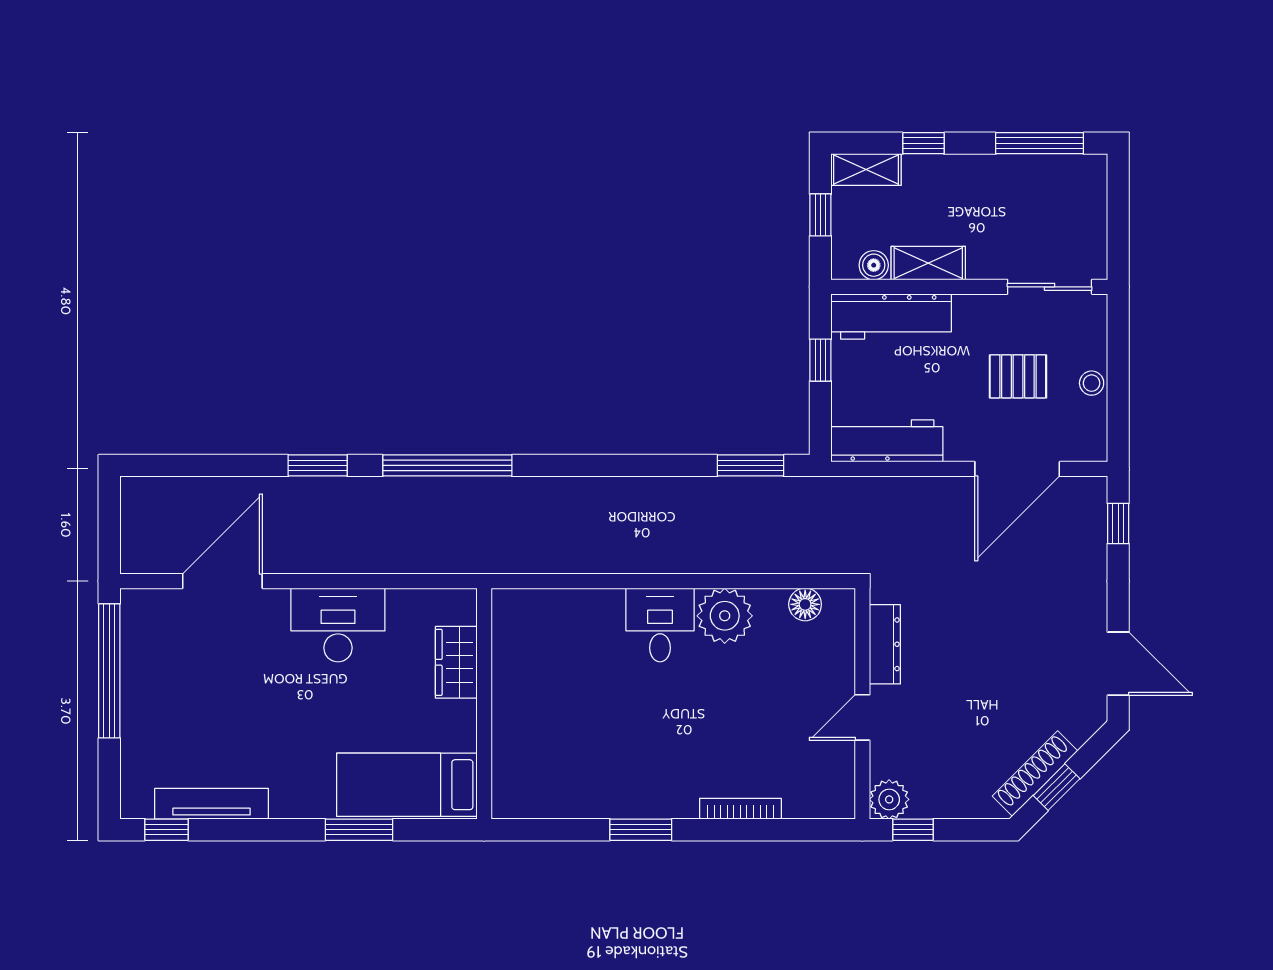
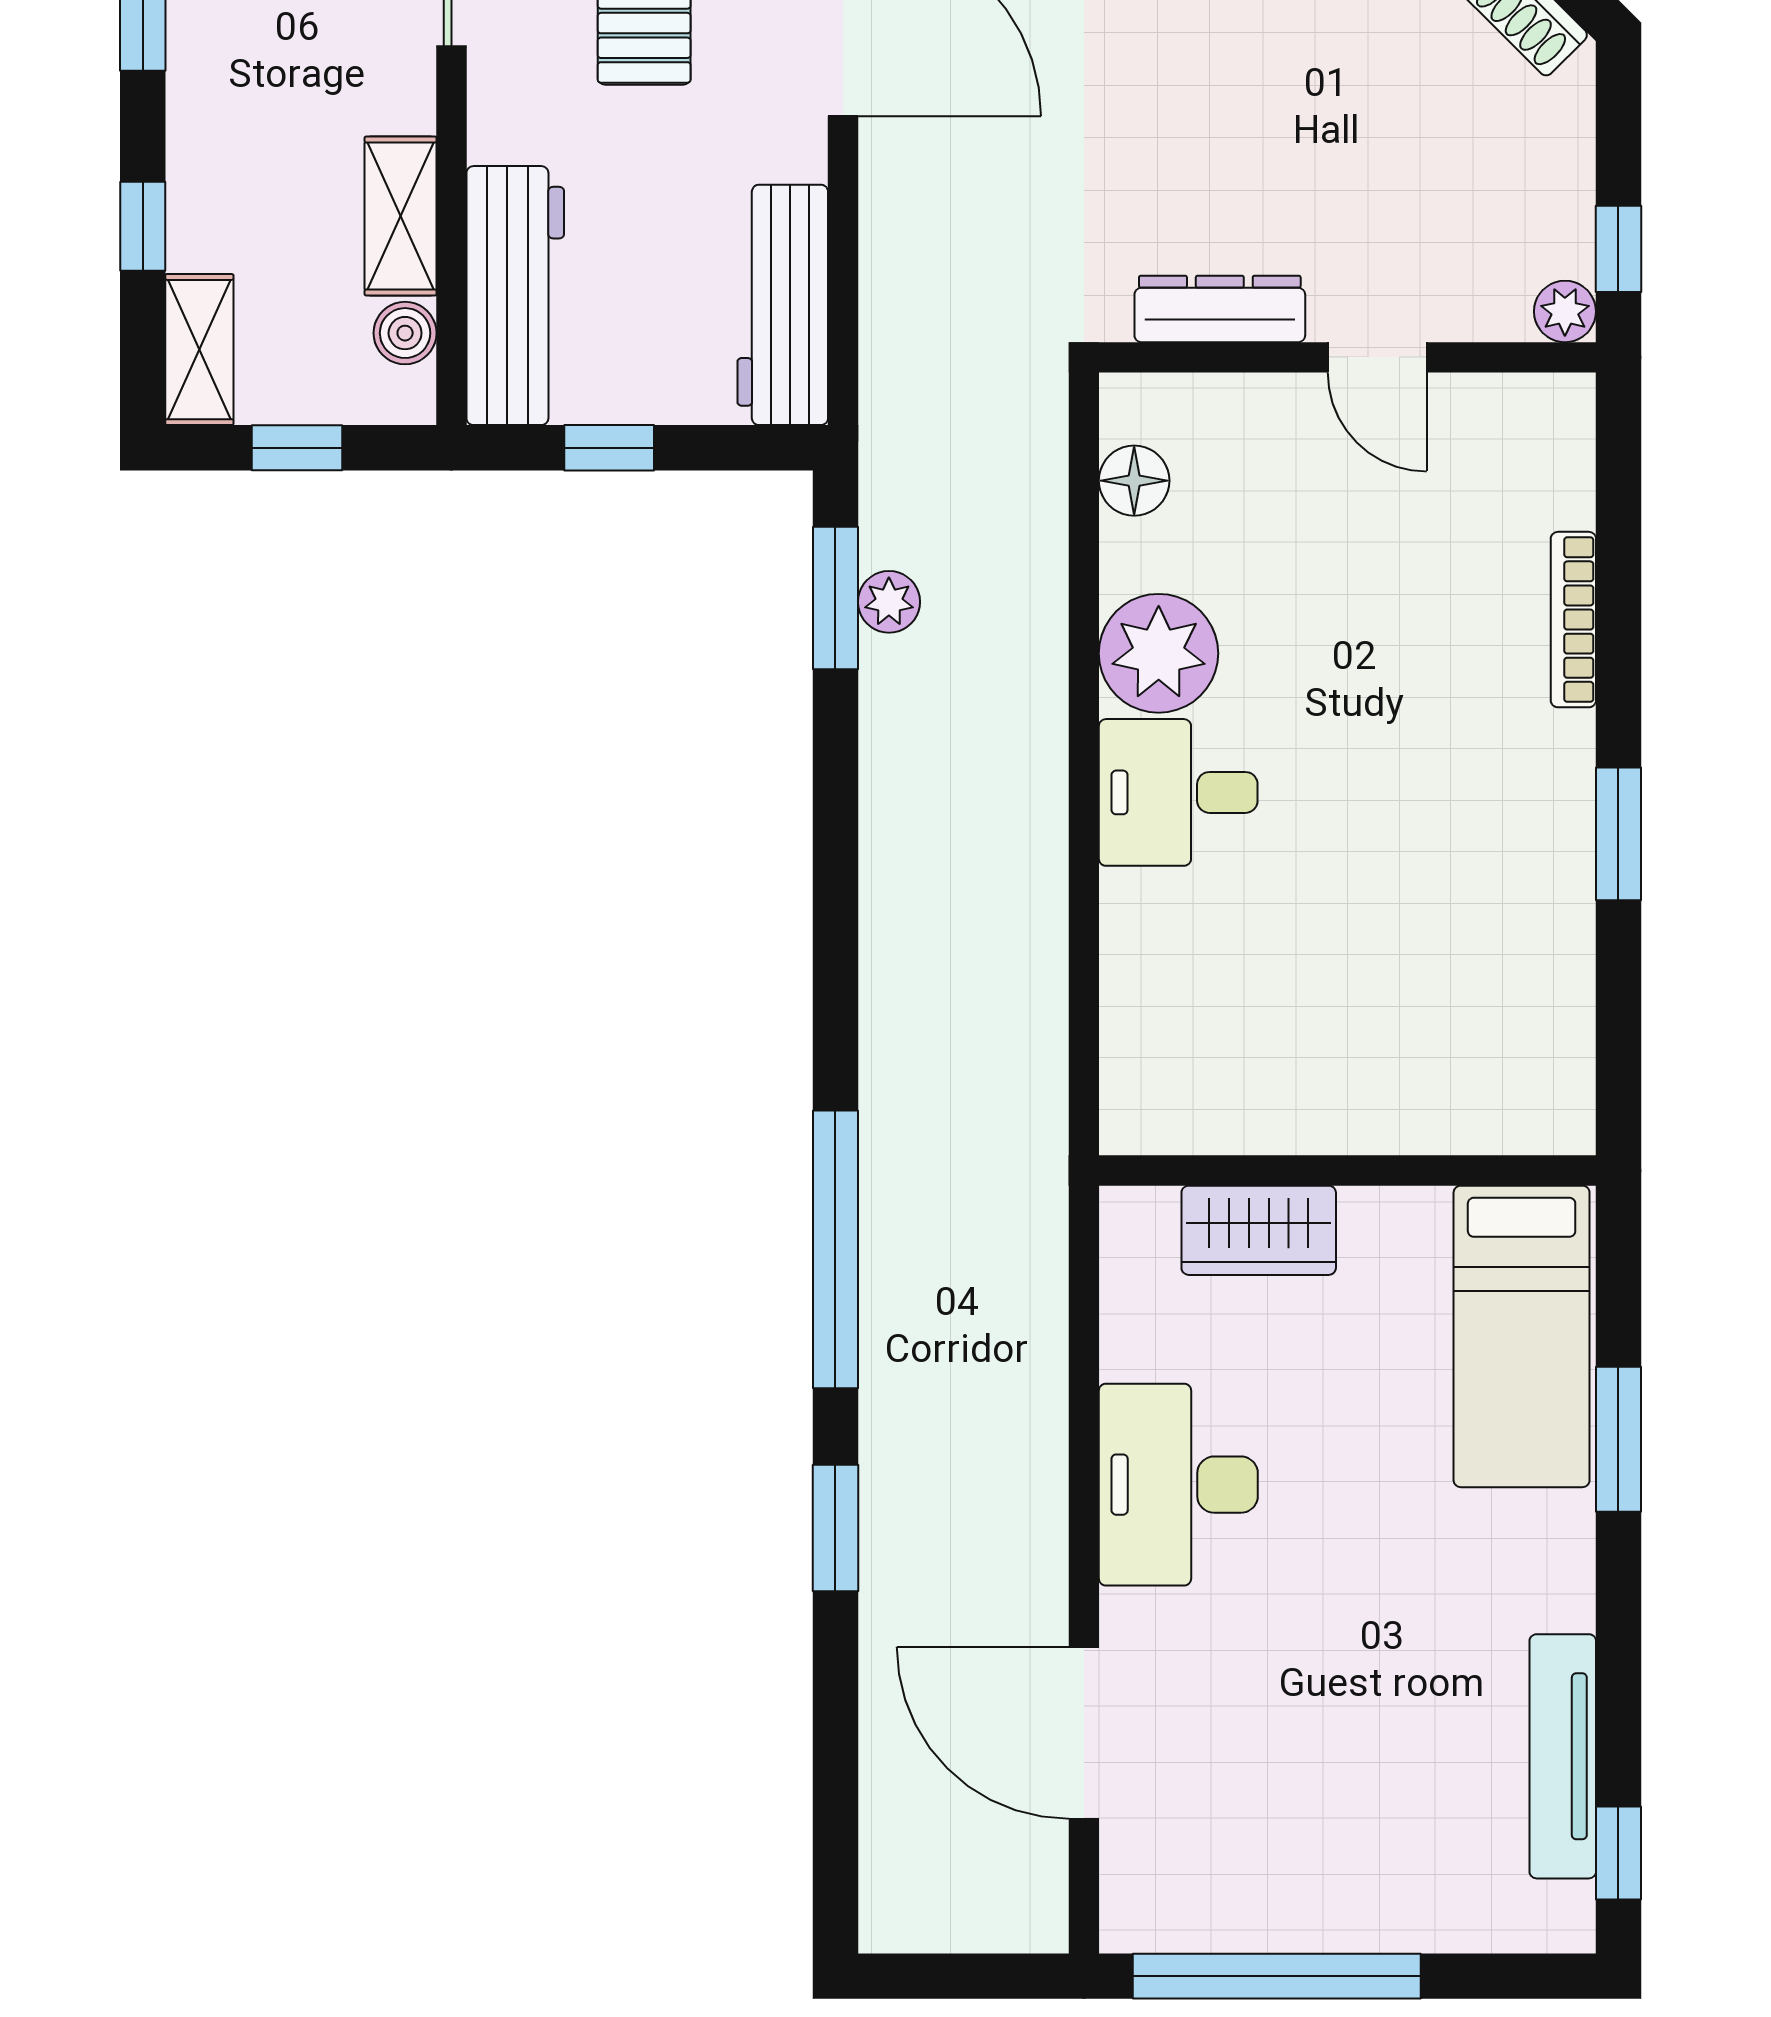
plant: (749, 490) -> (889, 602), added
plant: (889, 799) -> (1565, 311), width x0.73, depth x0.73

